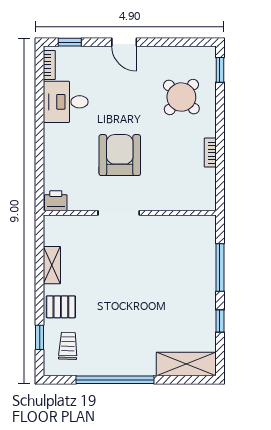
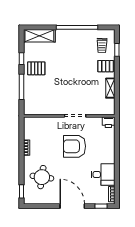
door: (124, 42) -> (72, 206), width x1.87
round table: (181, 97) -> (42, 177), turned -35
armchair: (120, 155) -> (74, 146), turned 90
pallet: (192, 302) -> (36, 68), added

